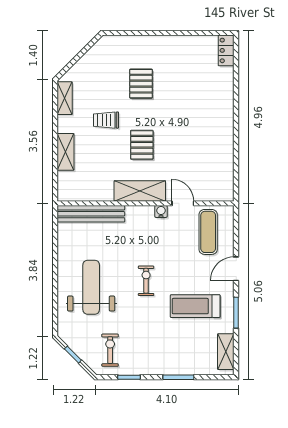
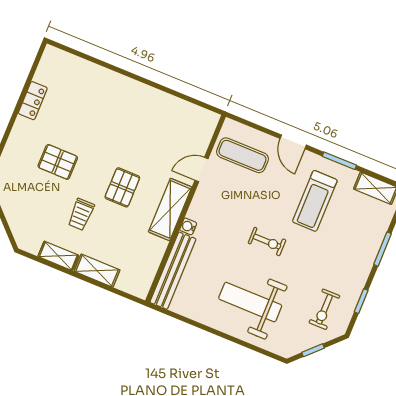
locker: (226, 50) -> (33, 101), moved, turned -90
shelving: (65, 98) -> (58, 256), moved
pallet: (142, 145) -> (122, 187), turned 90
water cooler: (161, 211) -> (188, 226), moved
exercise bike: (146, 281) -> (267, 242), turned 180
exercise bike: (110, 350) -> (324, 309), turned -90

